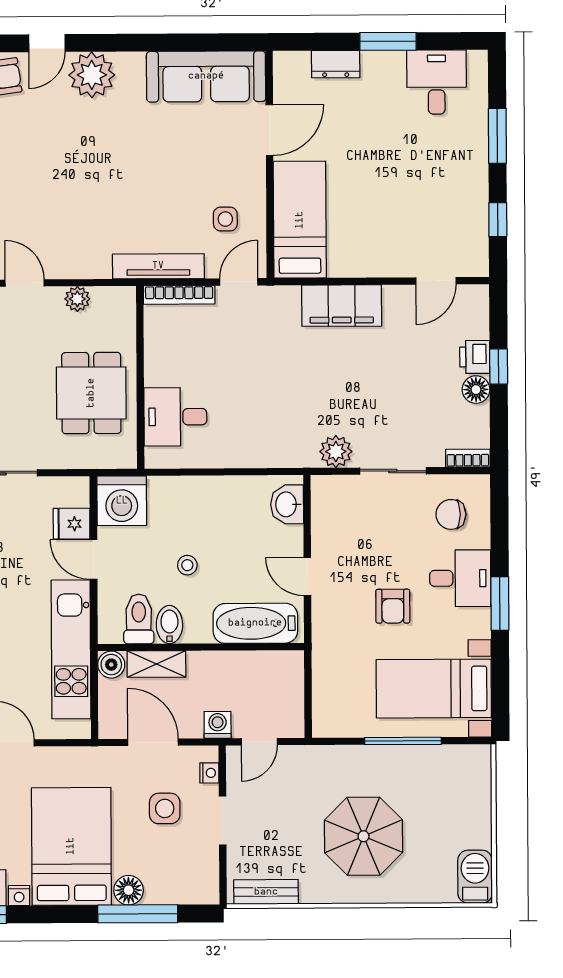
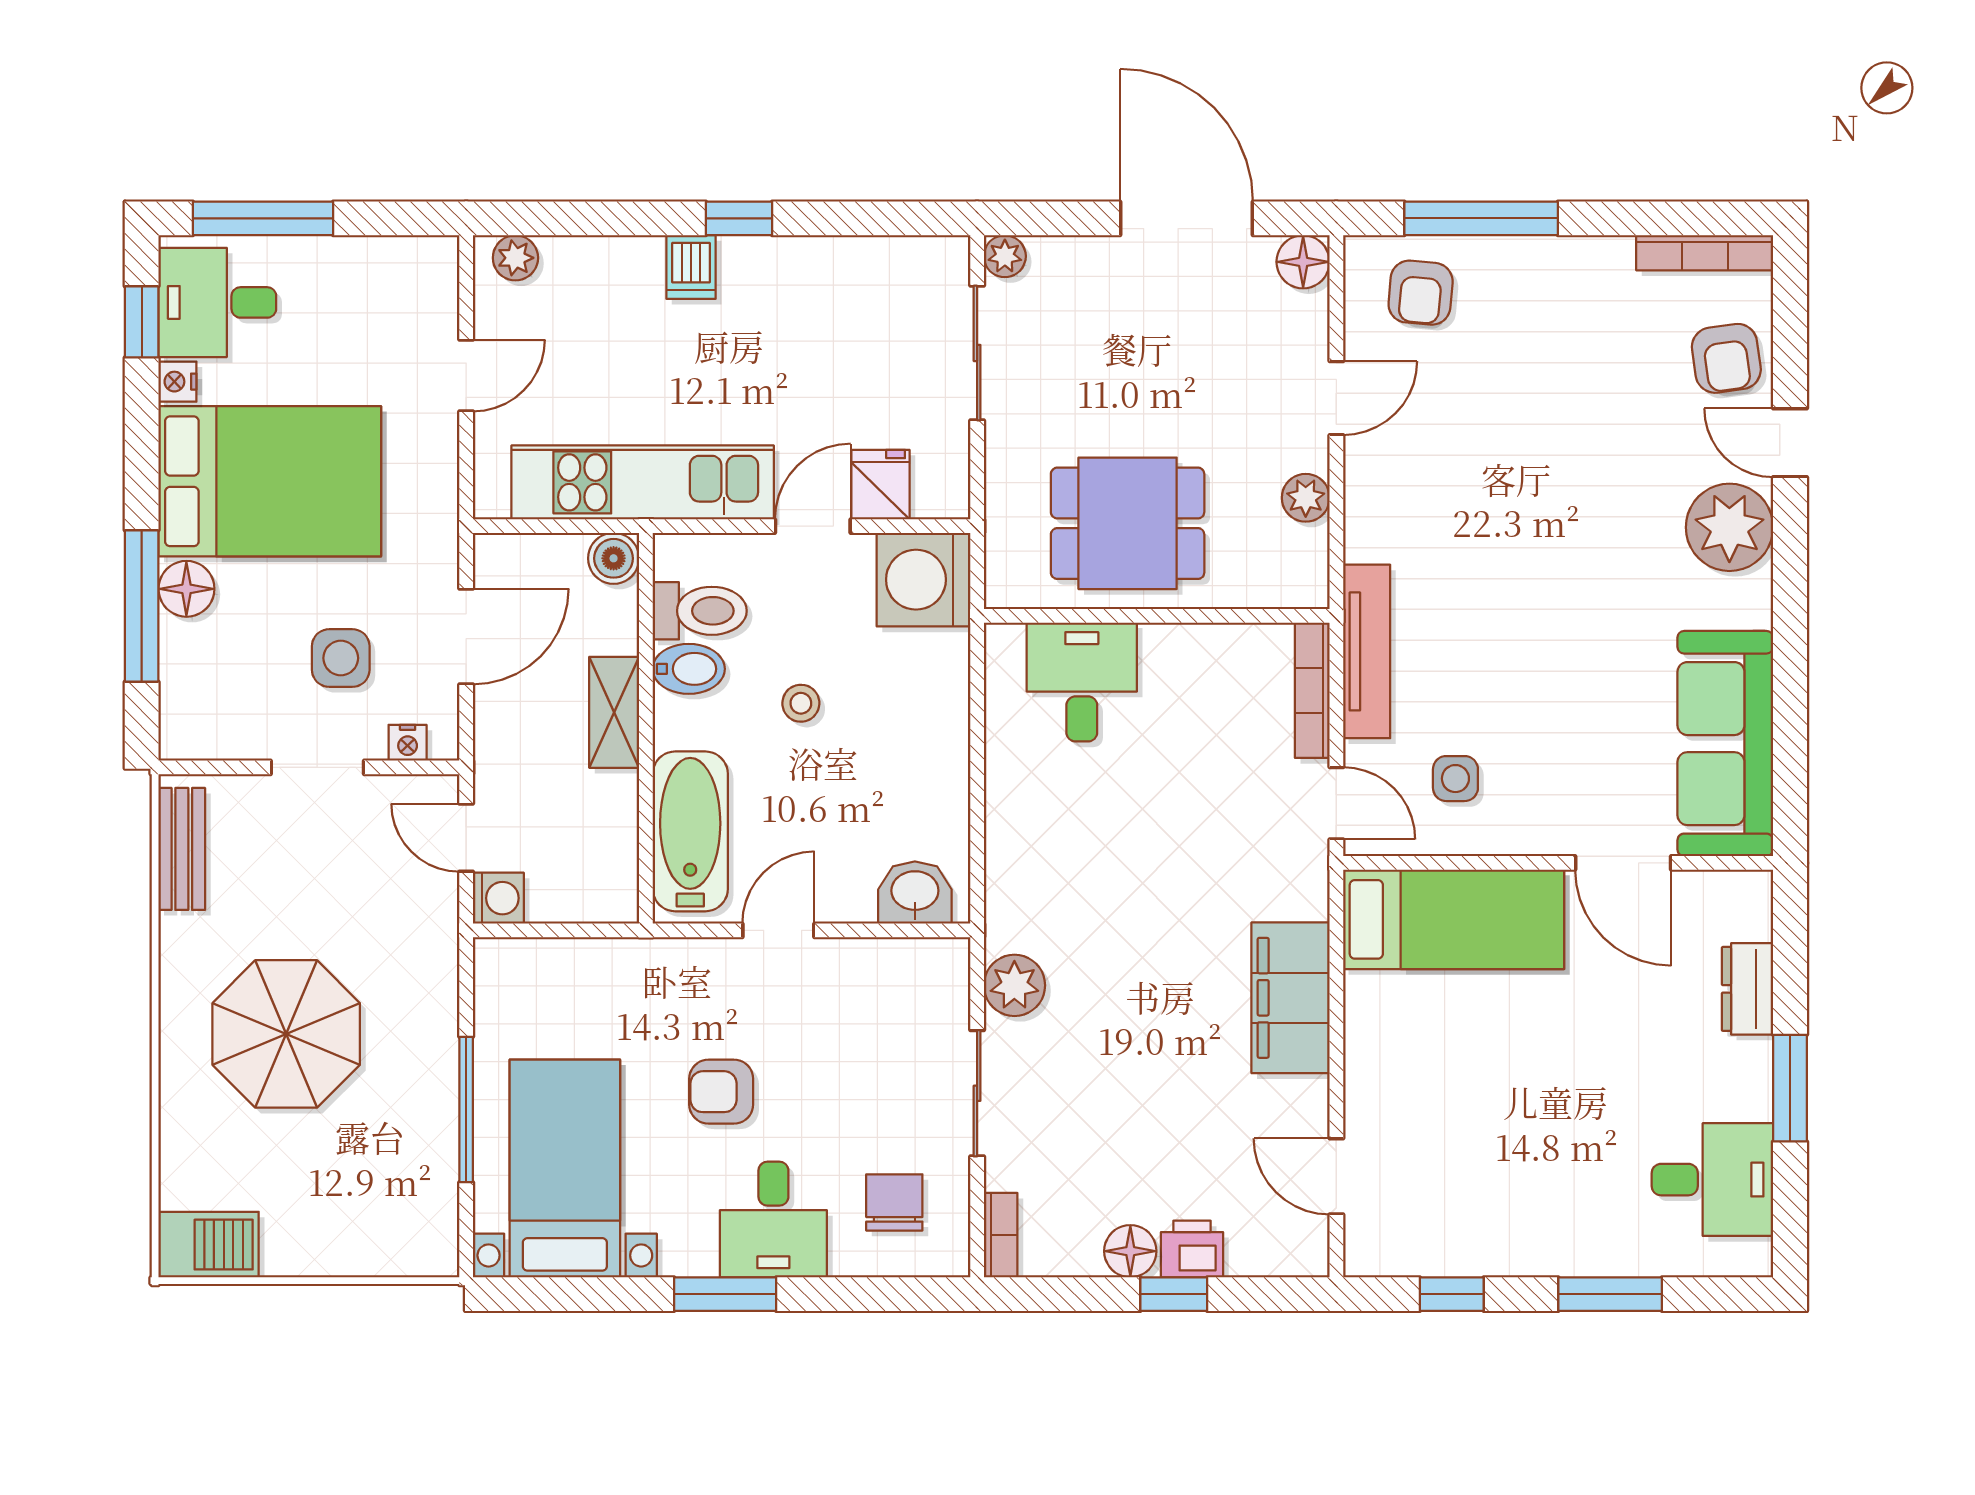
shelving: (156, 664) -> (614, 712), moved
washing machine: (218, 725) -> (498, 898), moved

